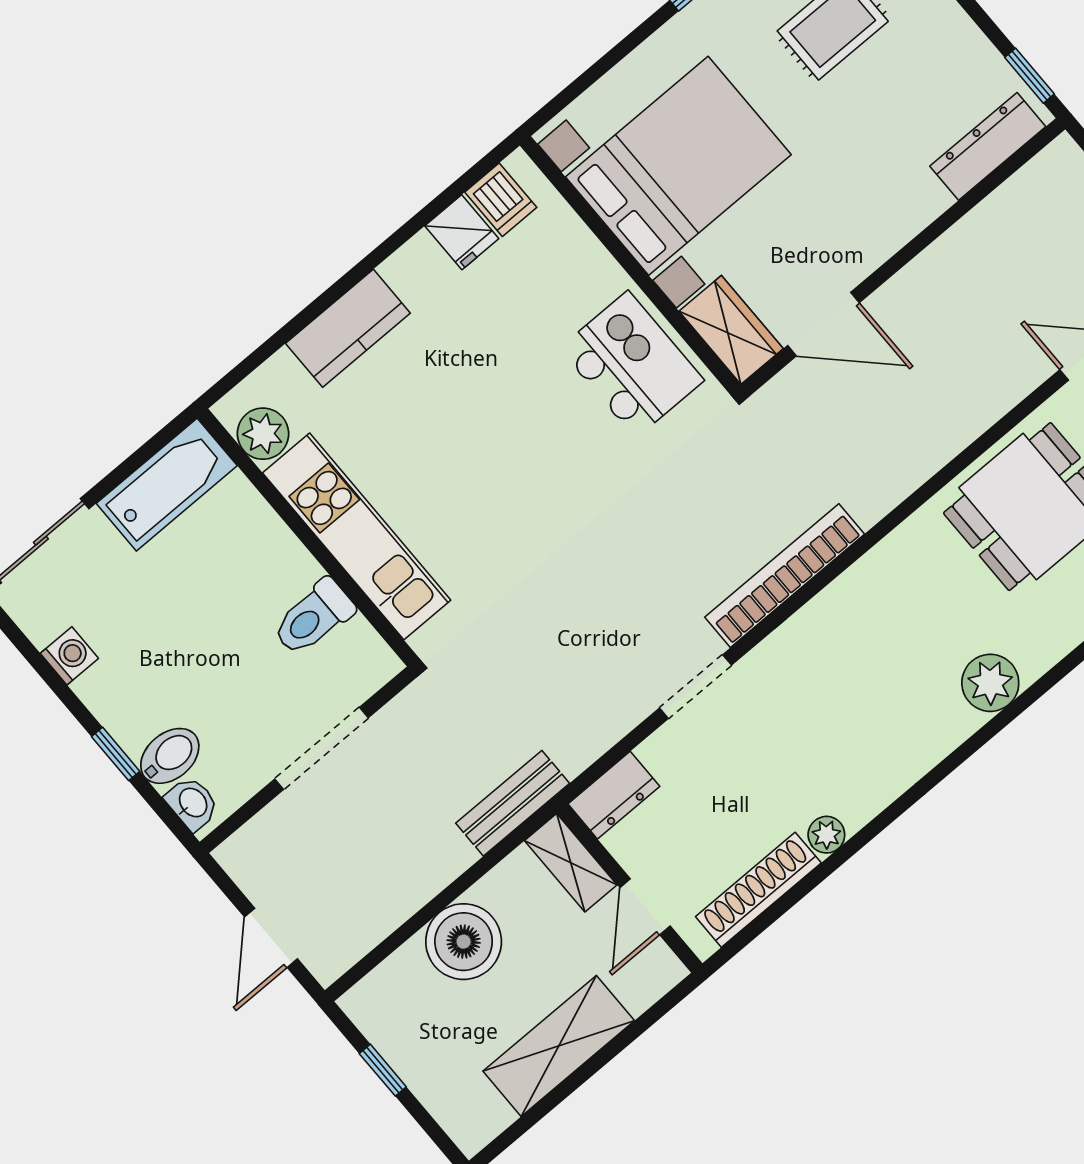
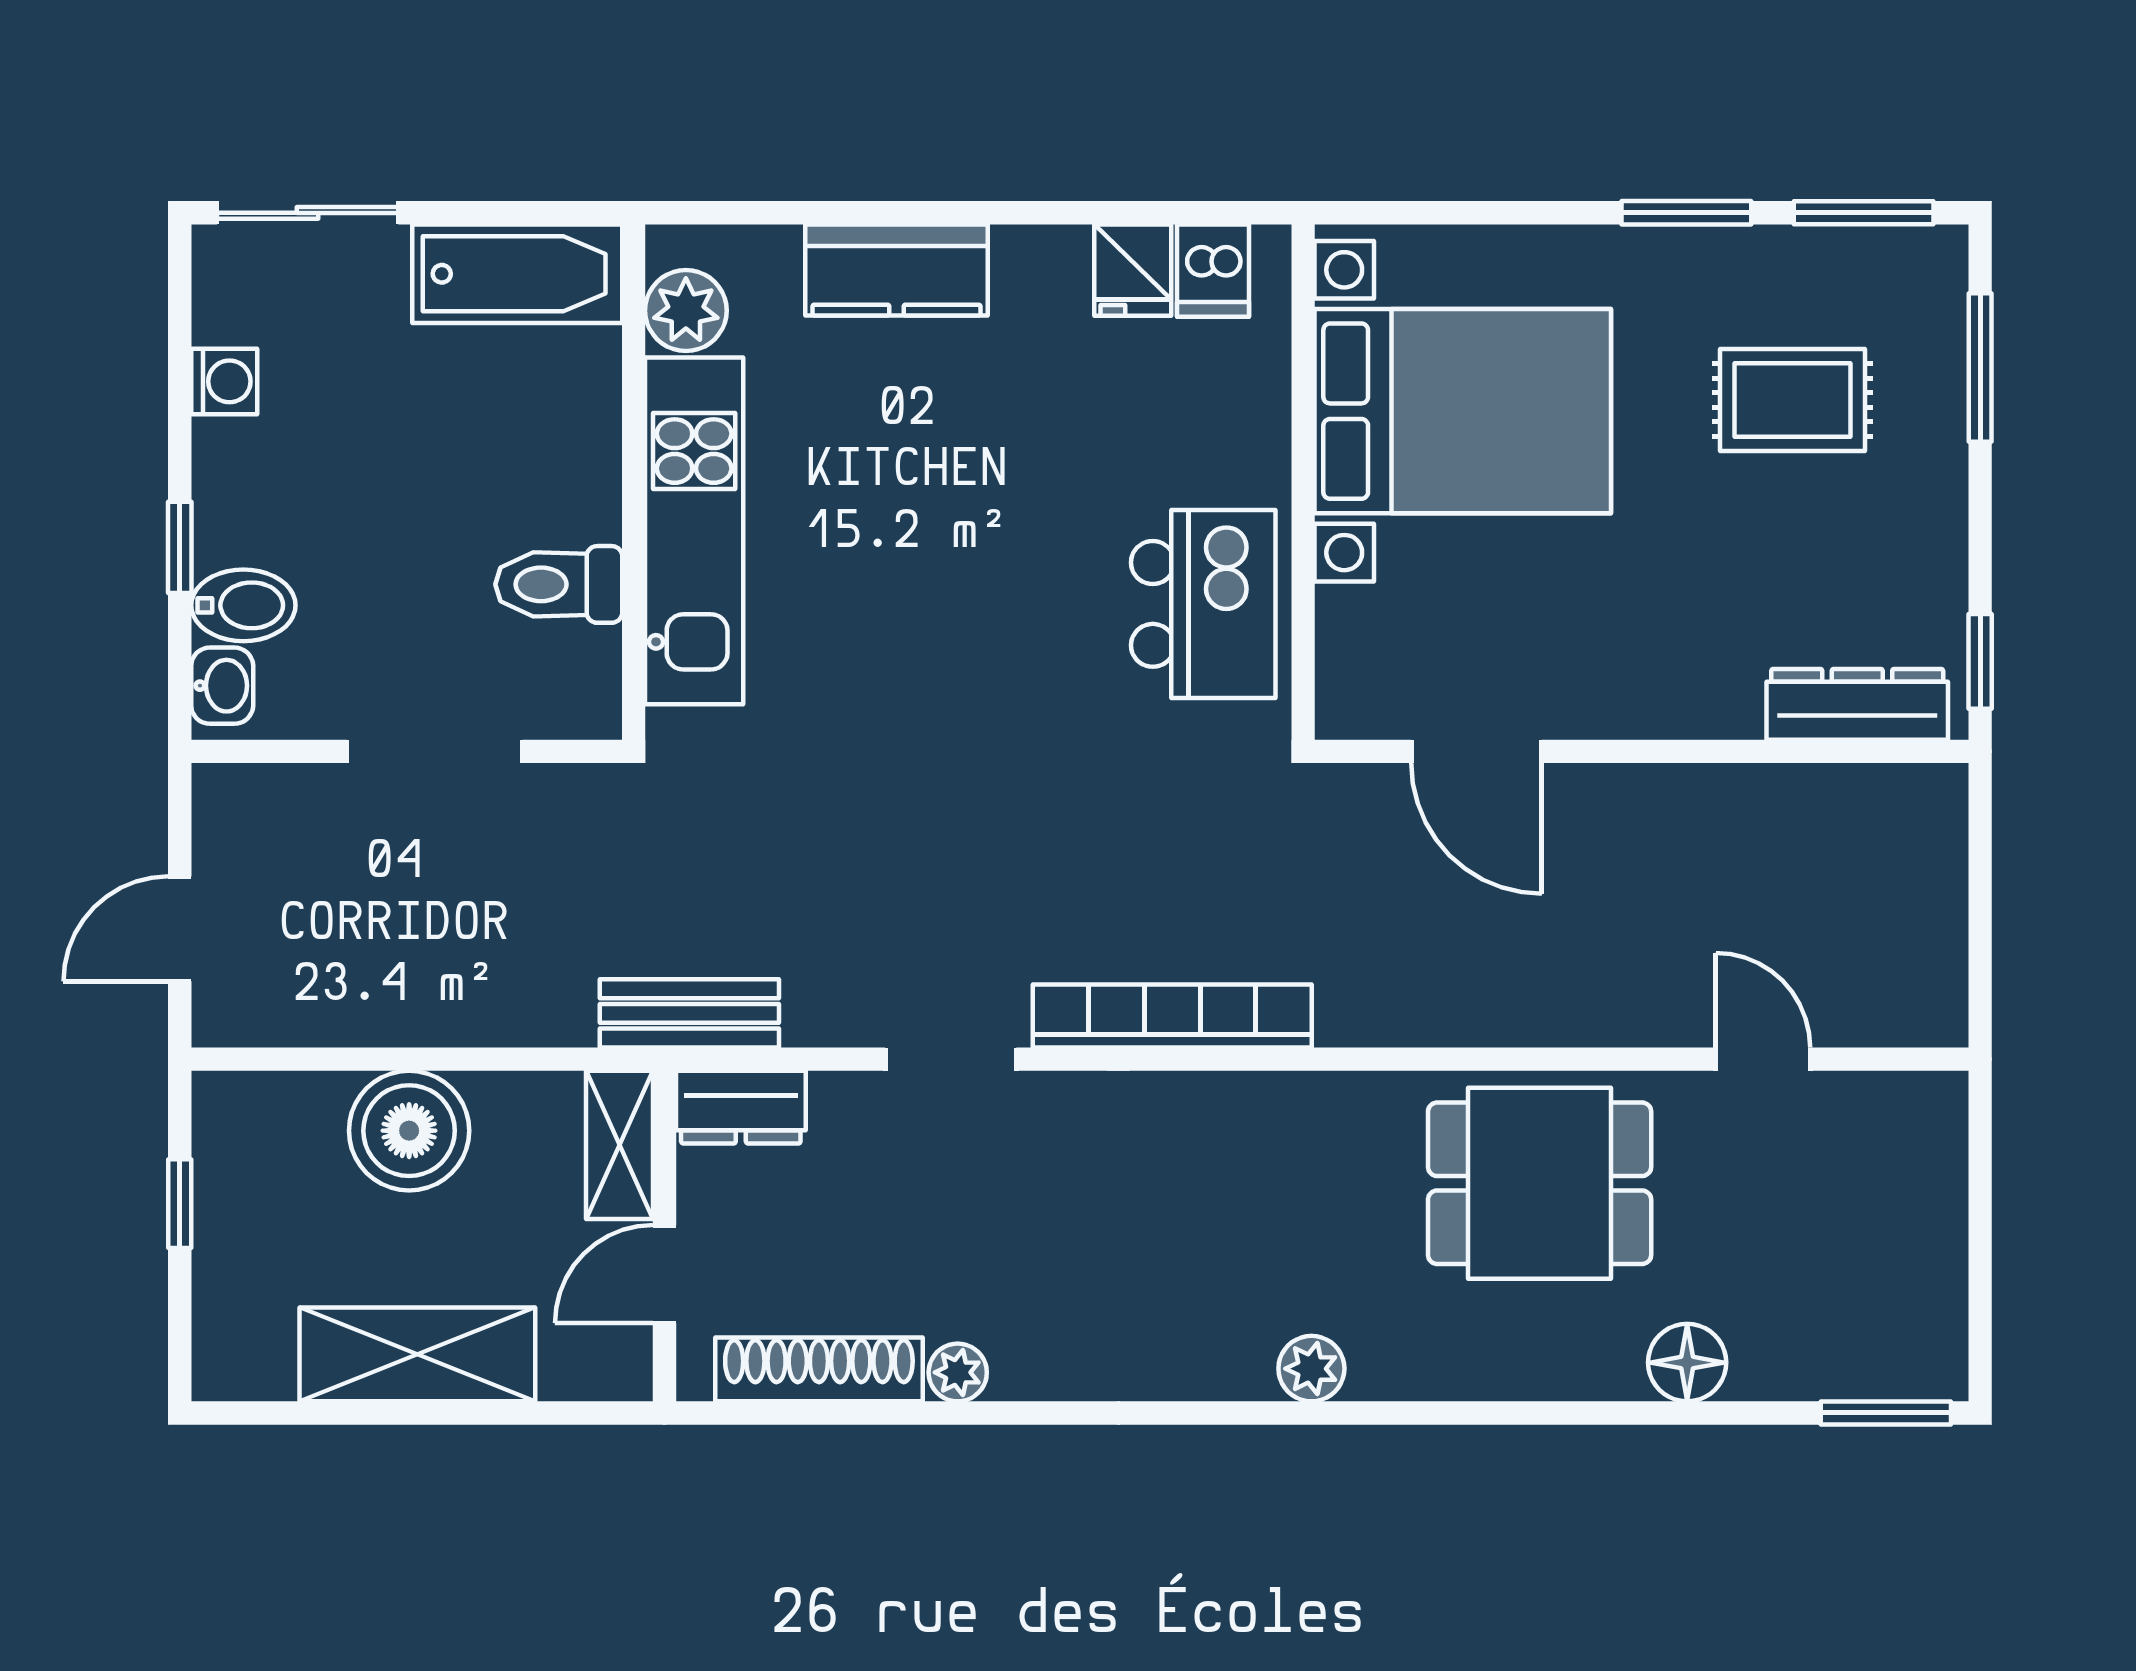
wardrobe: (731, 330) -> (1359, 664), removed
plant: (990, 683) -> (1311, 1369), width x0.73, depth x0.73
bench: (513, 803) -> (689, 1013), moved

